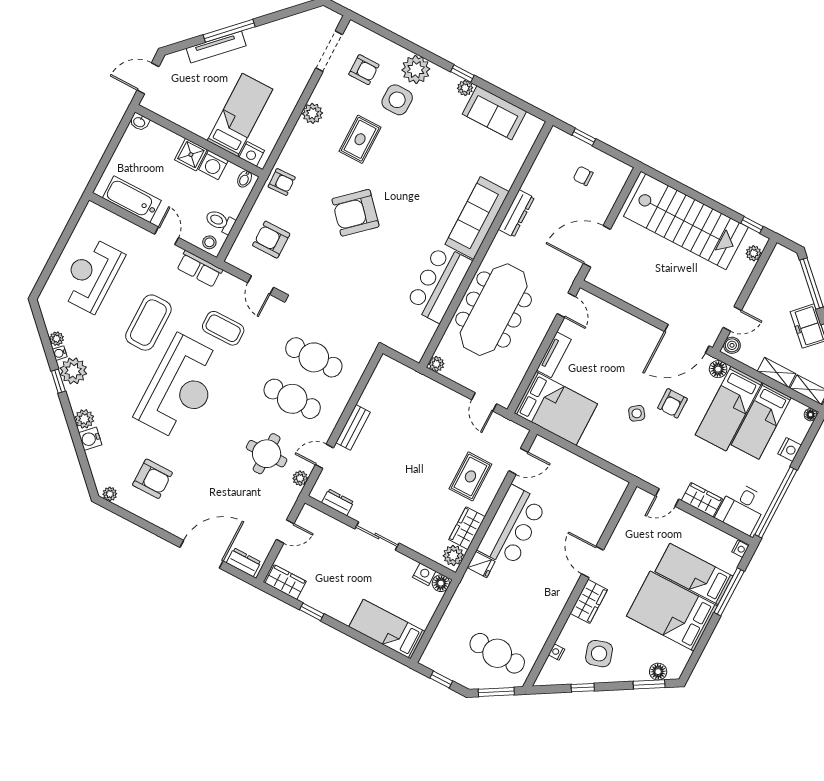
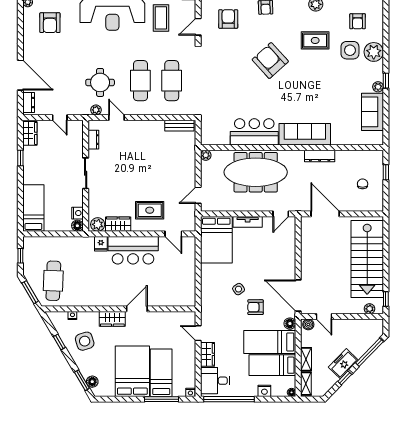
bench: (353, 427) -> (179, 126), moved

